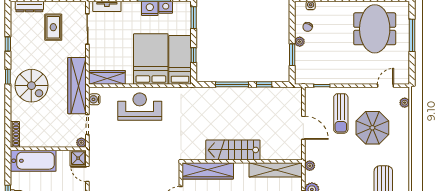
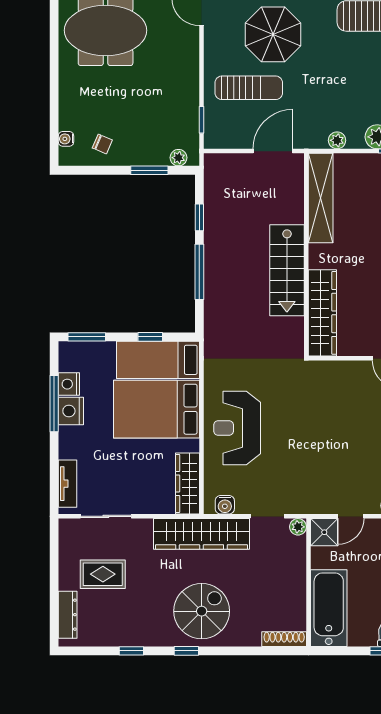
plant: (300, 42) -> (178, 158), moved
stairs: (233, 150) -> (287, 270), moved
wall: (242, 161) -> (306, 255), moved
shelving: (276, 170) -> (321, 198), moved
wardrobe: (208, 171) -> (322, 313), moved

